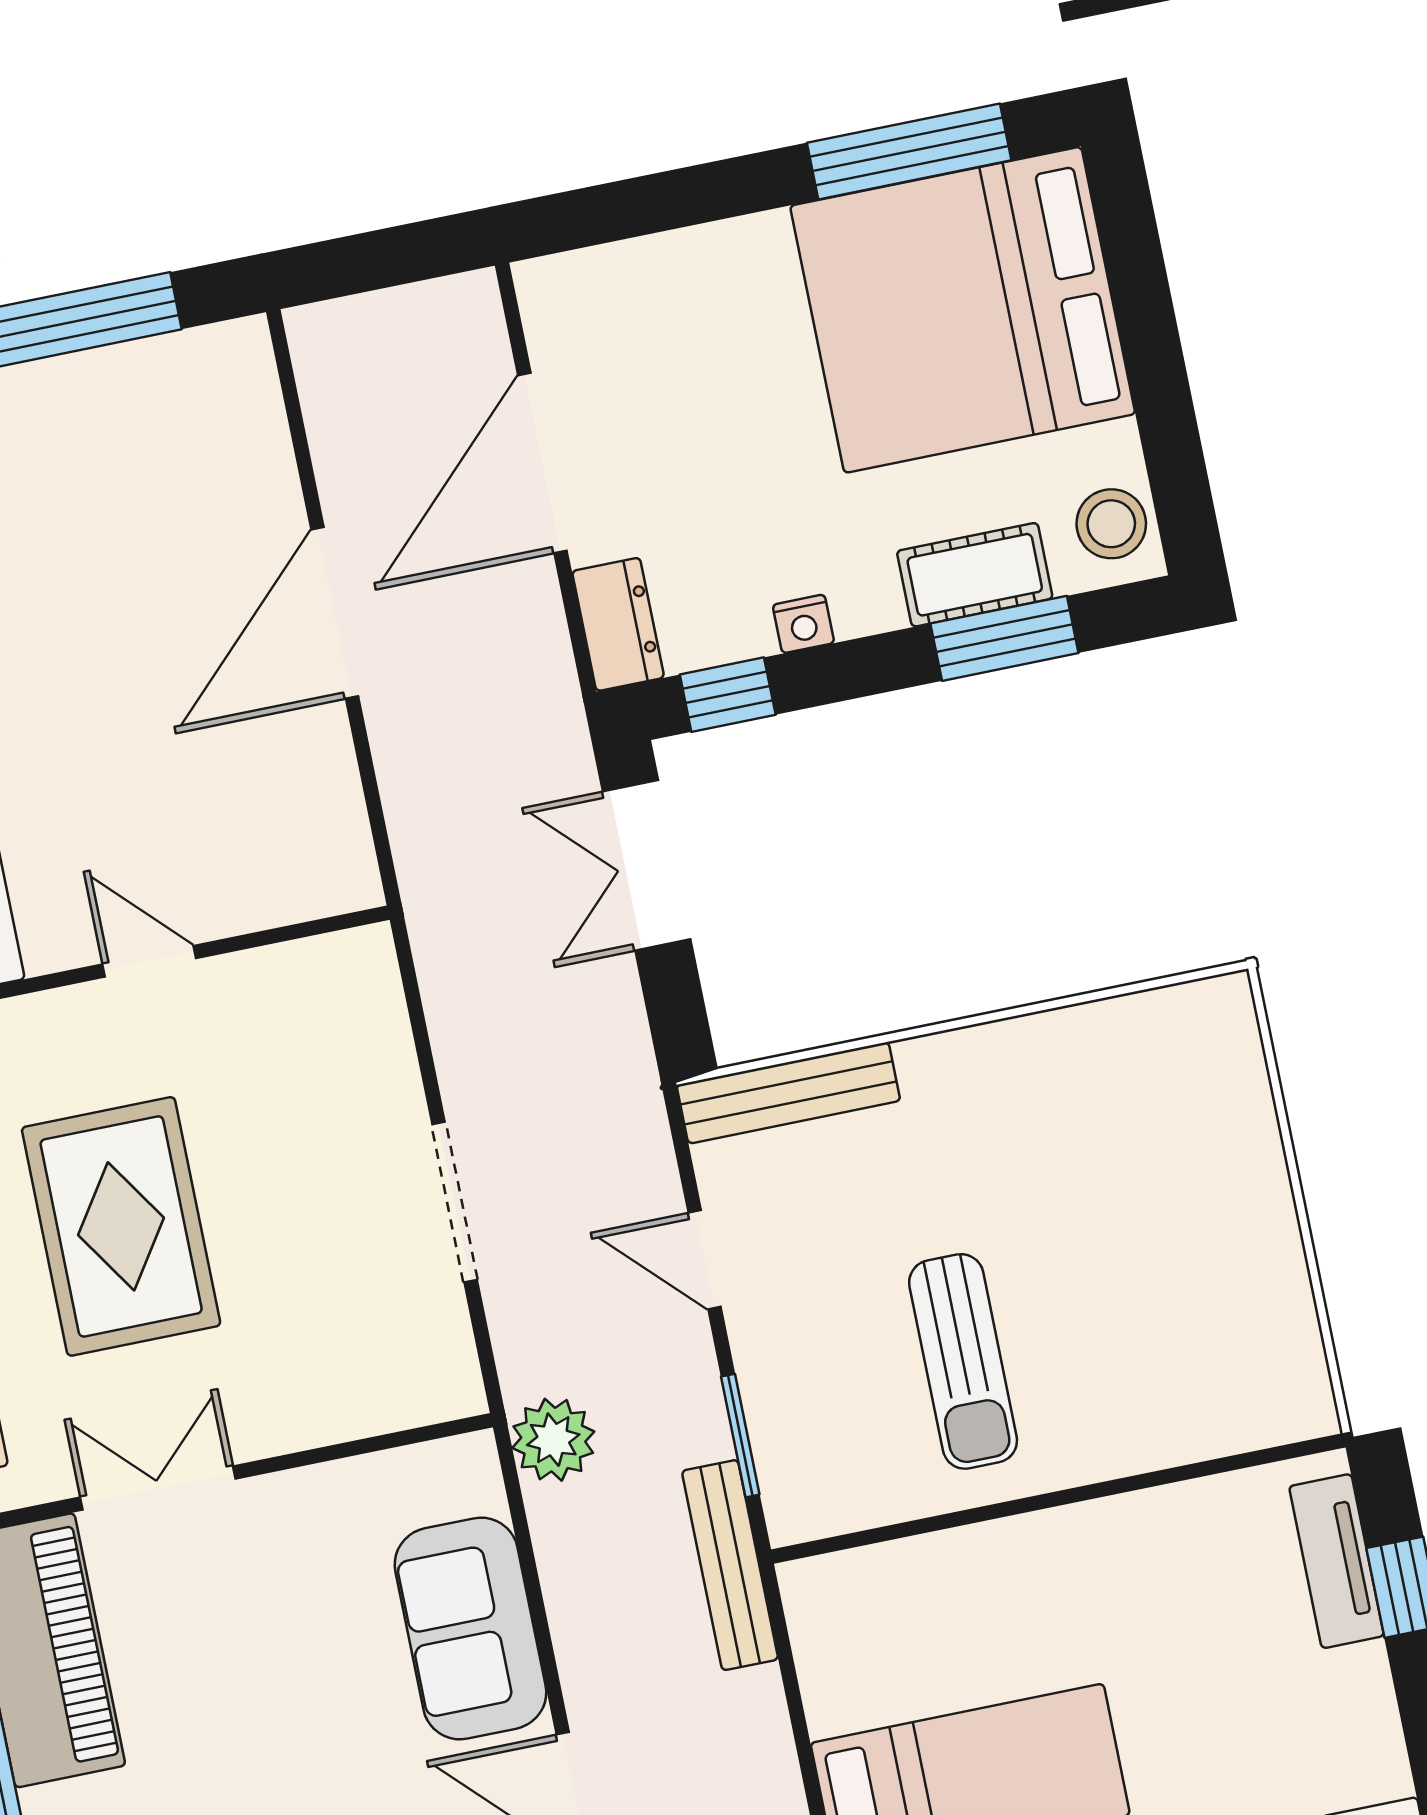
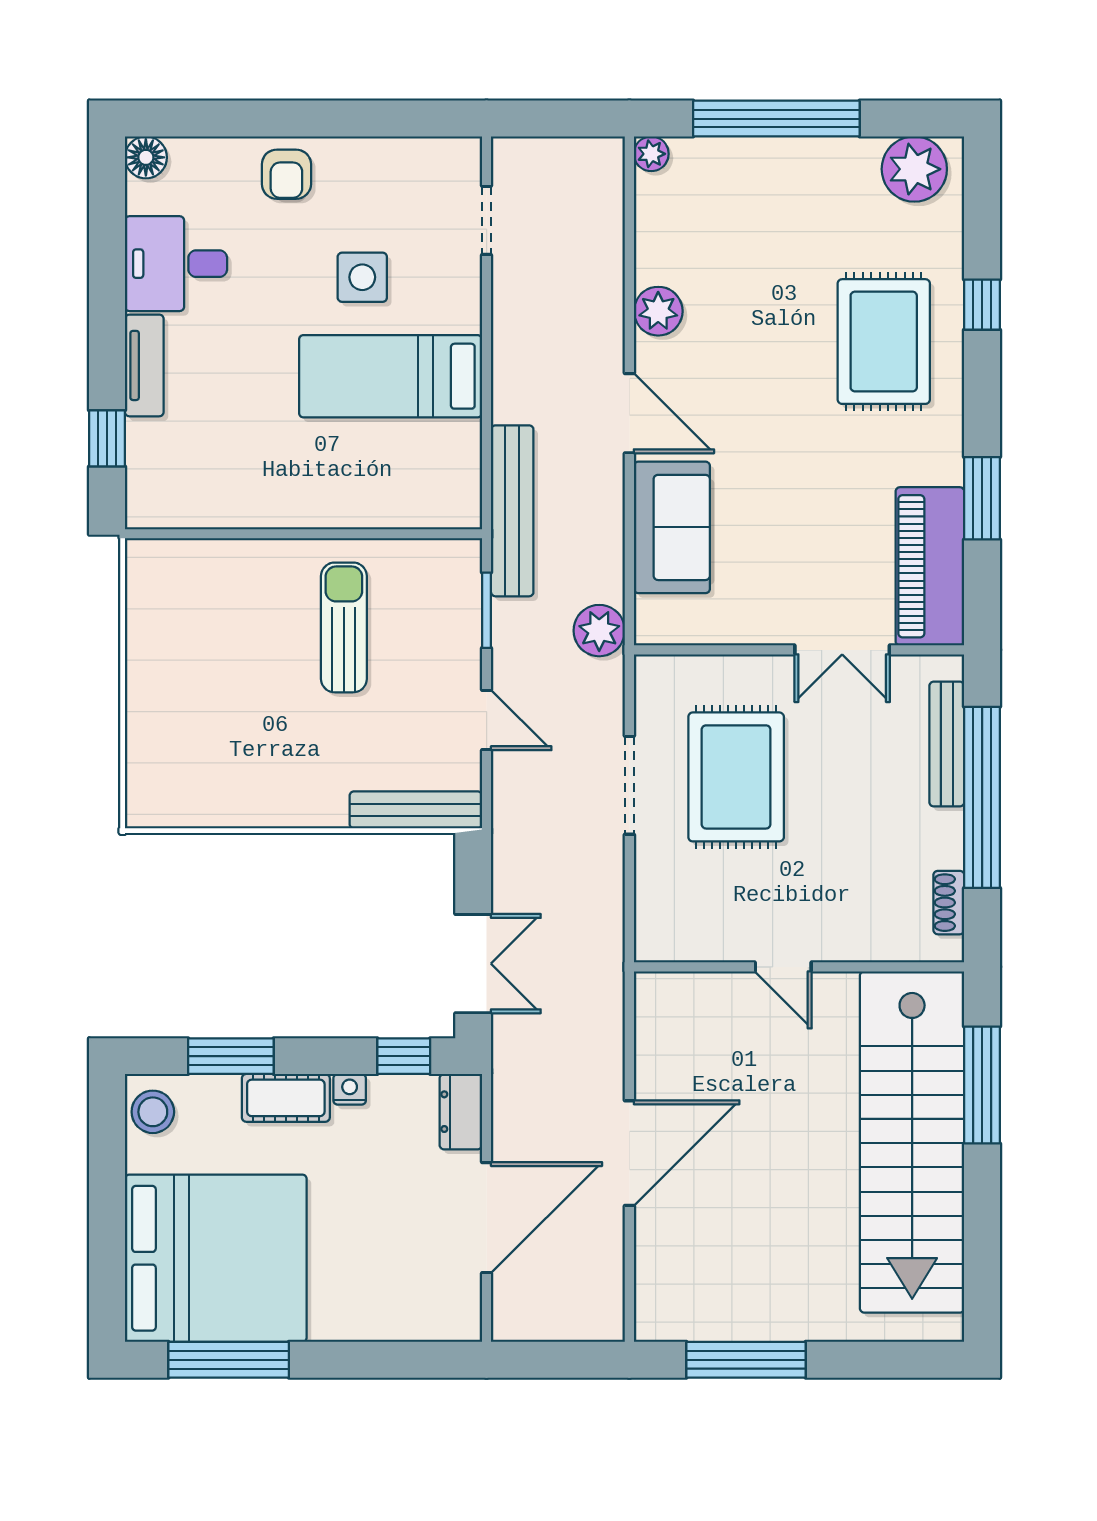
cot: (975, 575) -> (286, 1098), moved
rug: (121, 1226) -> (736, 777), moved
tv unit: (1336, 1561) -> (144, 365), moved
bench: (730, 1565) -> (512, 511), width x1.37, depth x1.21

